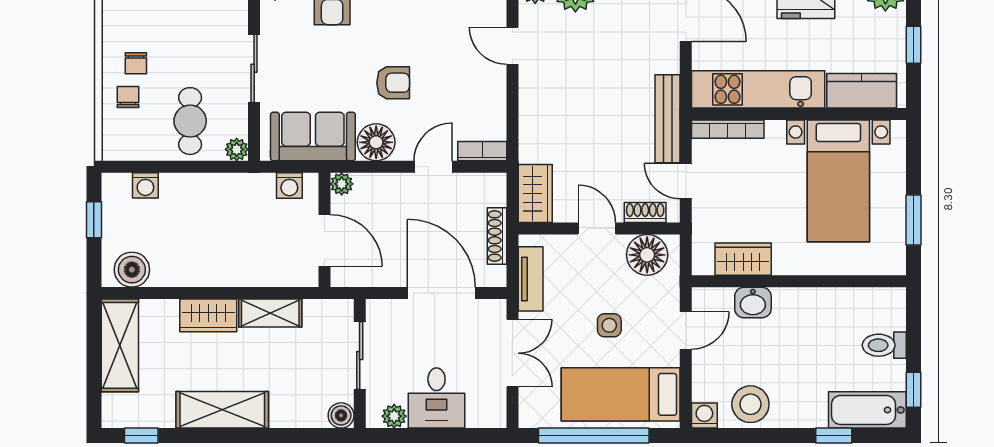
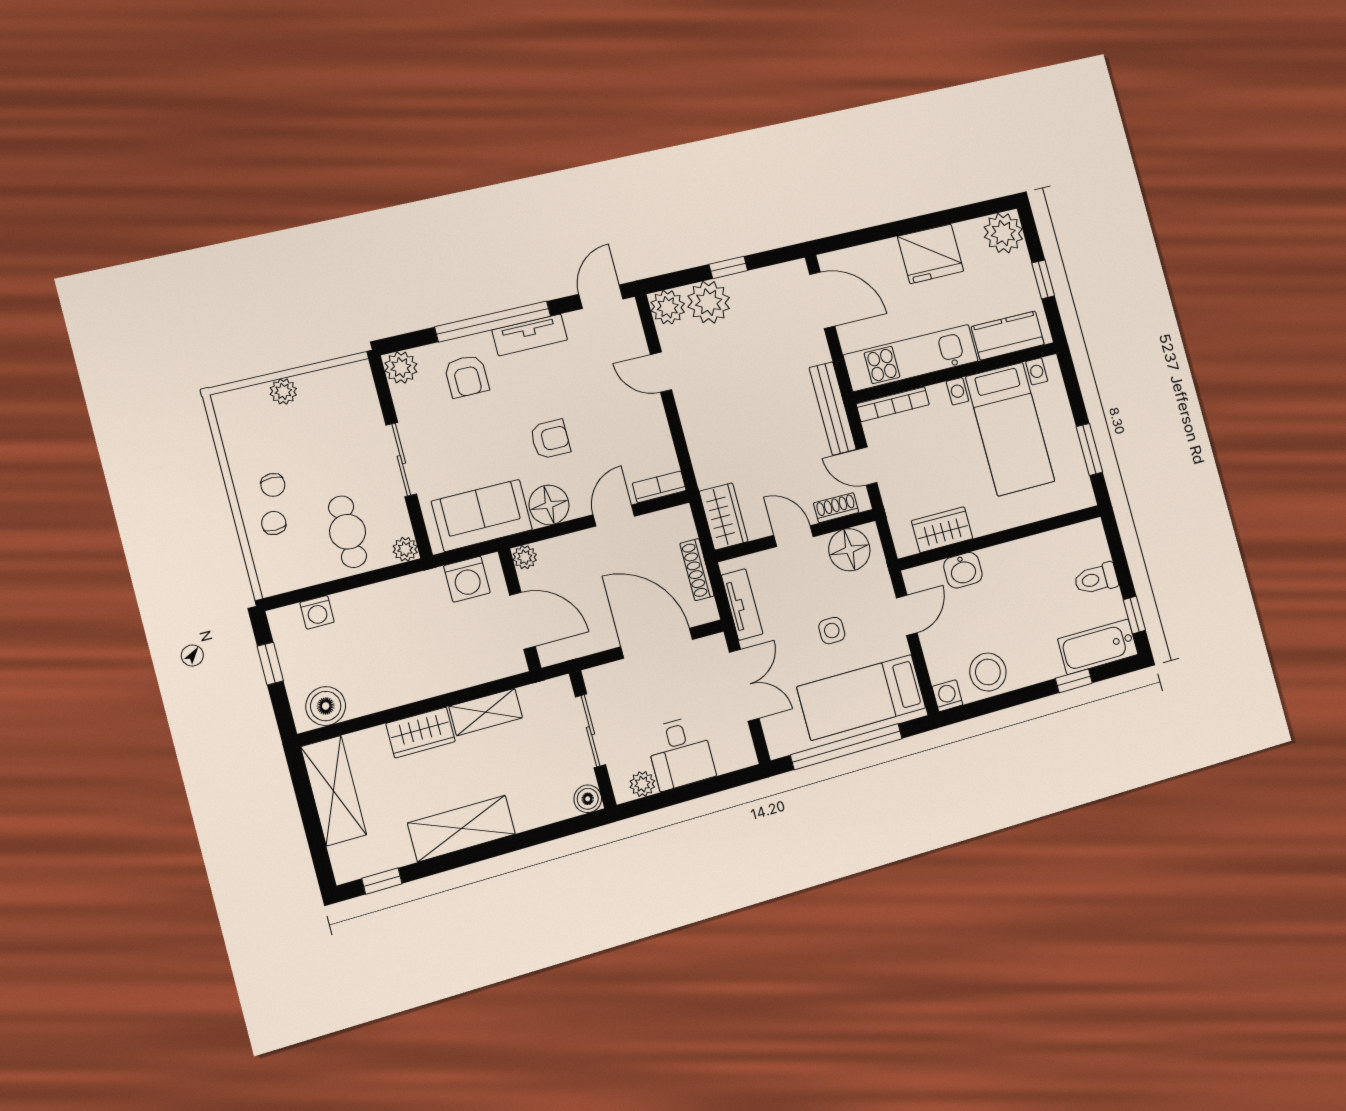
washing machine: (289, 185) -> (467, 579), width x1.38, depth x1.38

